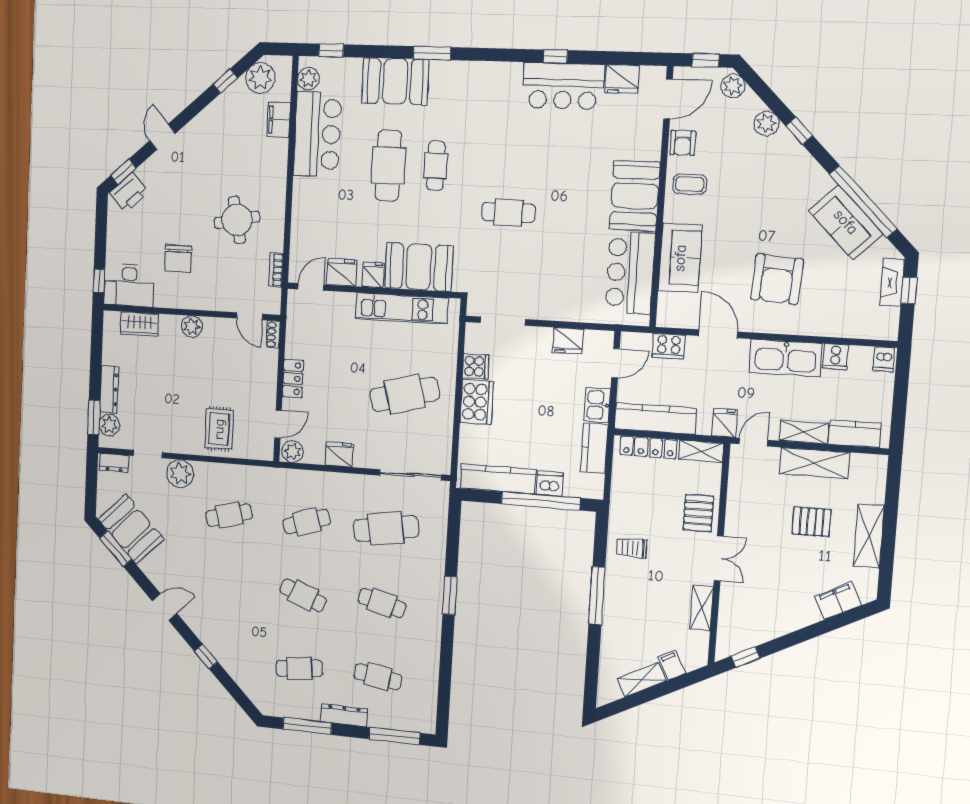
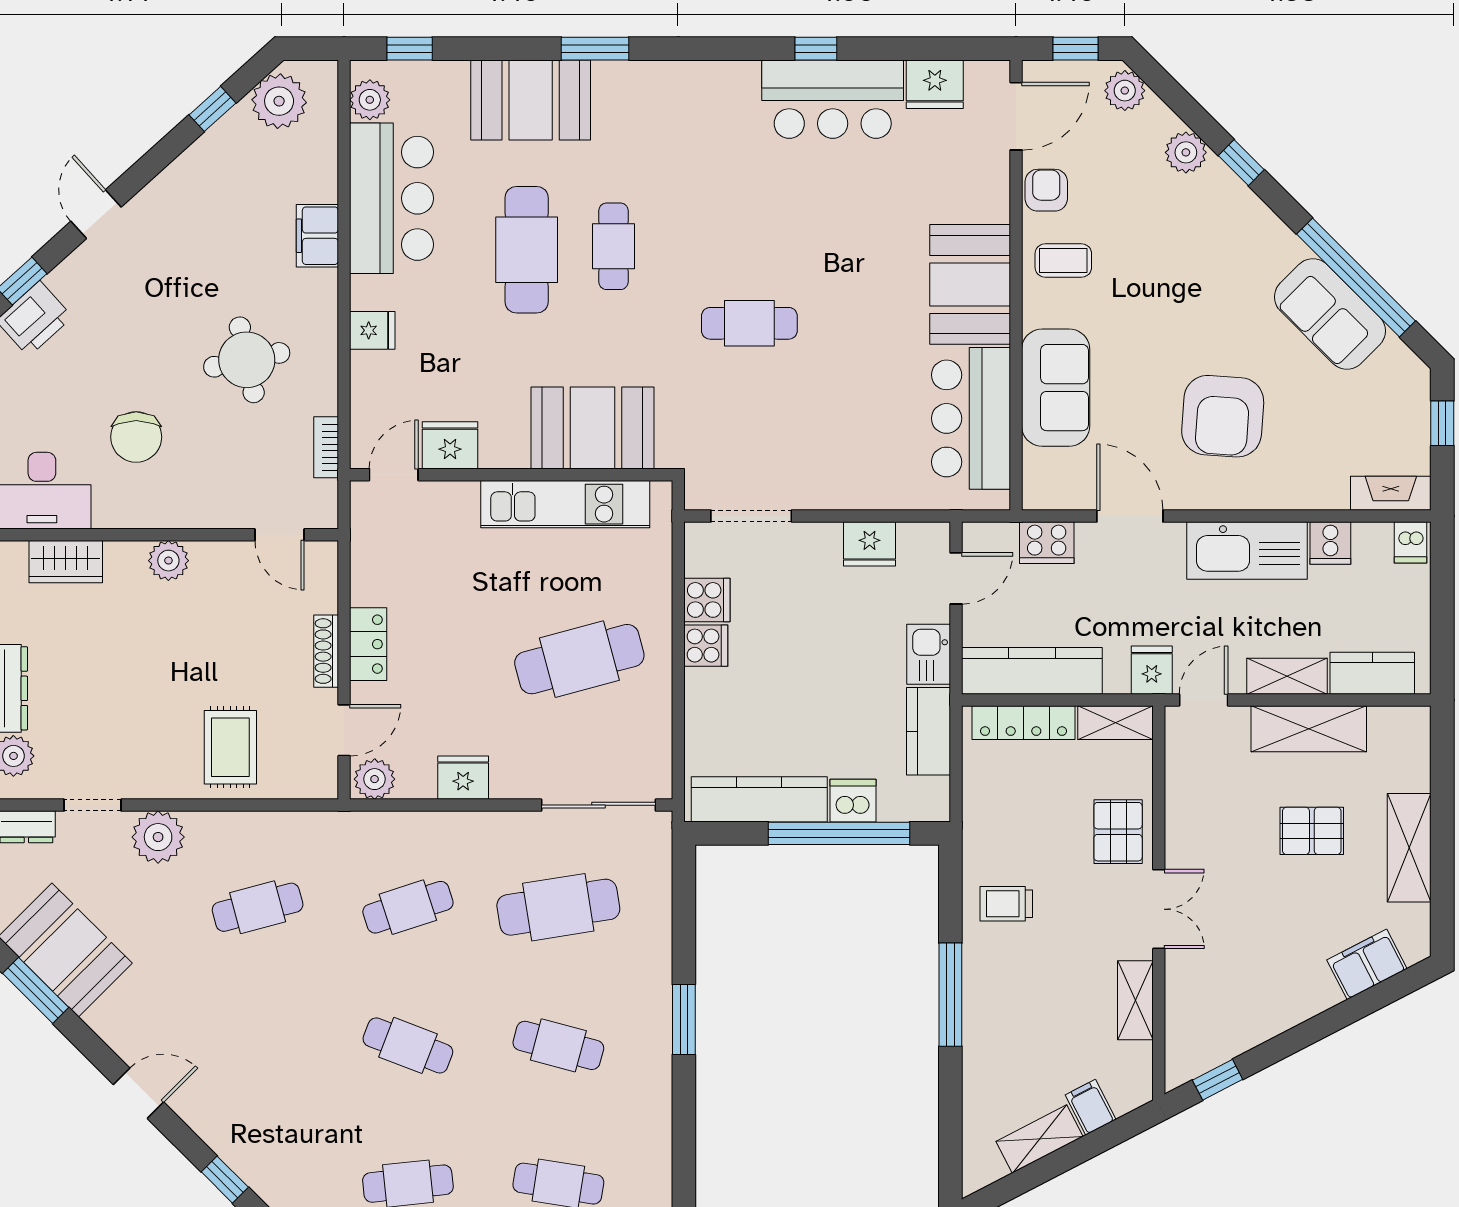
filing cabinet: (279, 120) -> (317, 236), moved
armchair: (683, 143) -> (1046, 190), turned 180
fridge: (373, 275) -> (372, 330), moved, turned 90
fireplace: (892, 283) -> (1391, 493), moved, turned 90
shoe rack: (273, 334) -> (326, 651), moved, width x1.43
cooker: (477, 402) -> (706, 646), width x0.53, depth x0.76

